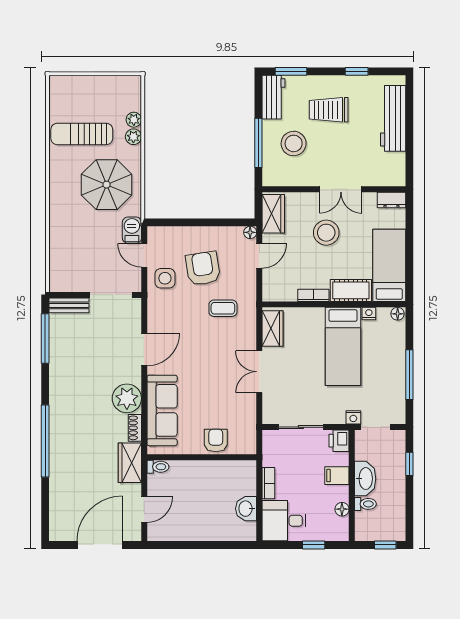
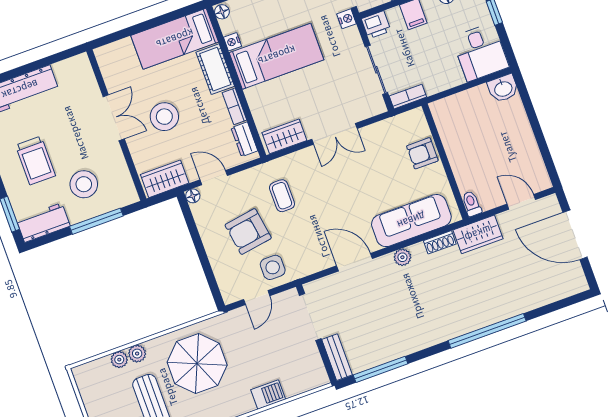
dresser: (391, 200) -> (244, 139), moved, turned 180
barbecue: (132, 230) -> (268, 395), moved, turned 180
plant: (127, 398) -> (402, 257), width x0.53, depth x0.53
bookcase: (268, 483) -> (408, 97), moved
washbasin: (246, 509) -> (503, 88), moved

